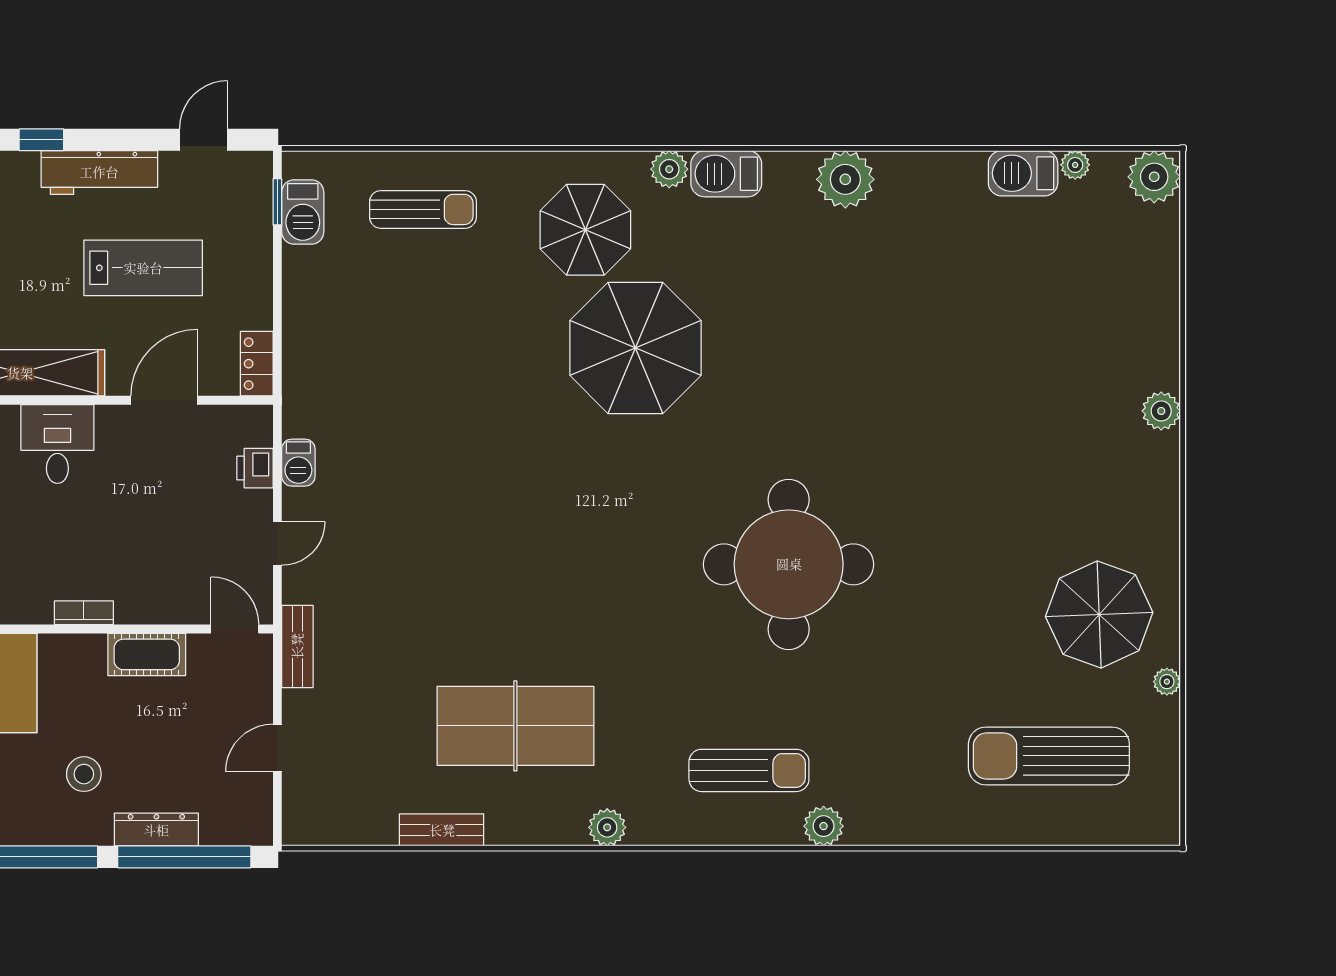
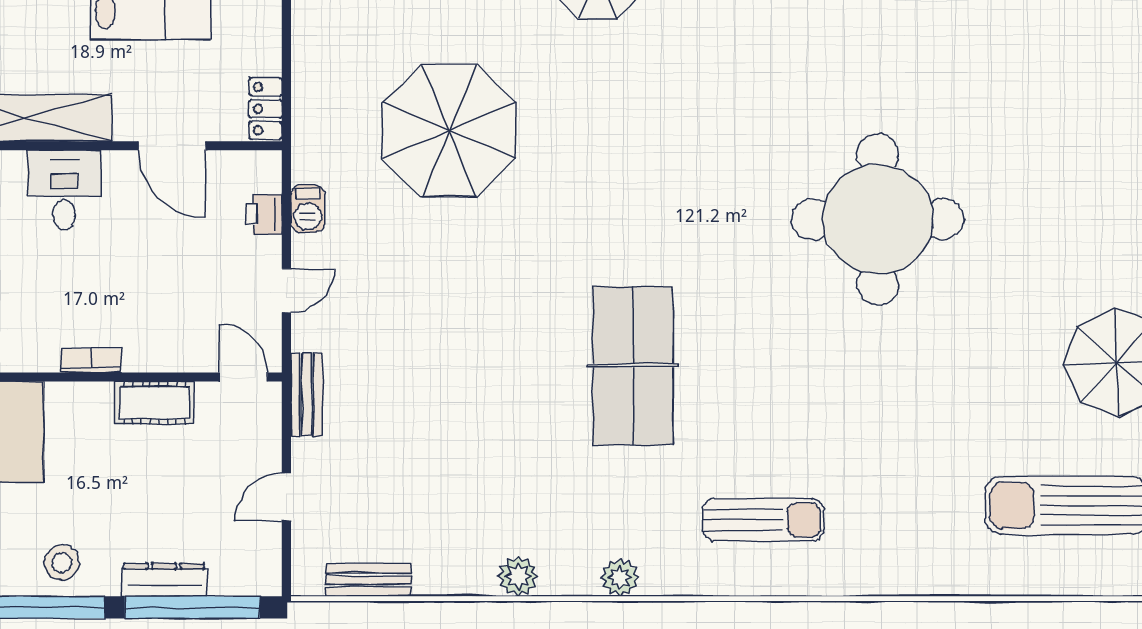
parasol: (635, 348) -> (449, 131), moved
door: (164, 400) -> (172, 146), swing flipped
round table: (789, 564) -> (878, 219), moved
table tennis table: (515, 726) -> (633, 366), moved, turned 90
stool: (84, 774) -> (62, 563), moved
plant: (824, 826) -> (518, 576), moved
bench: (442, 830) -> (369, 580), moved

